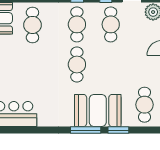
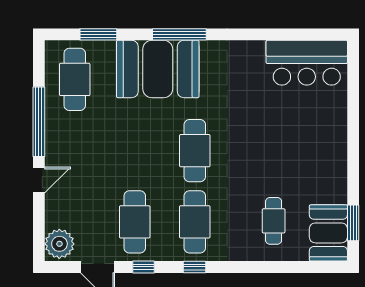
cafe table: (32, 25) -> (274, 221), width x0.73, depth x0.74
window: (118, 130) -> (98, 34), moved

